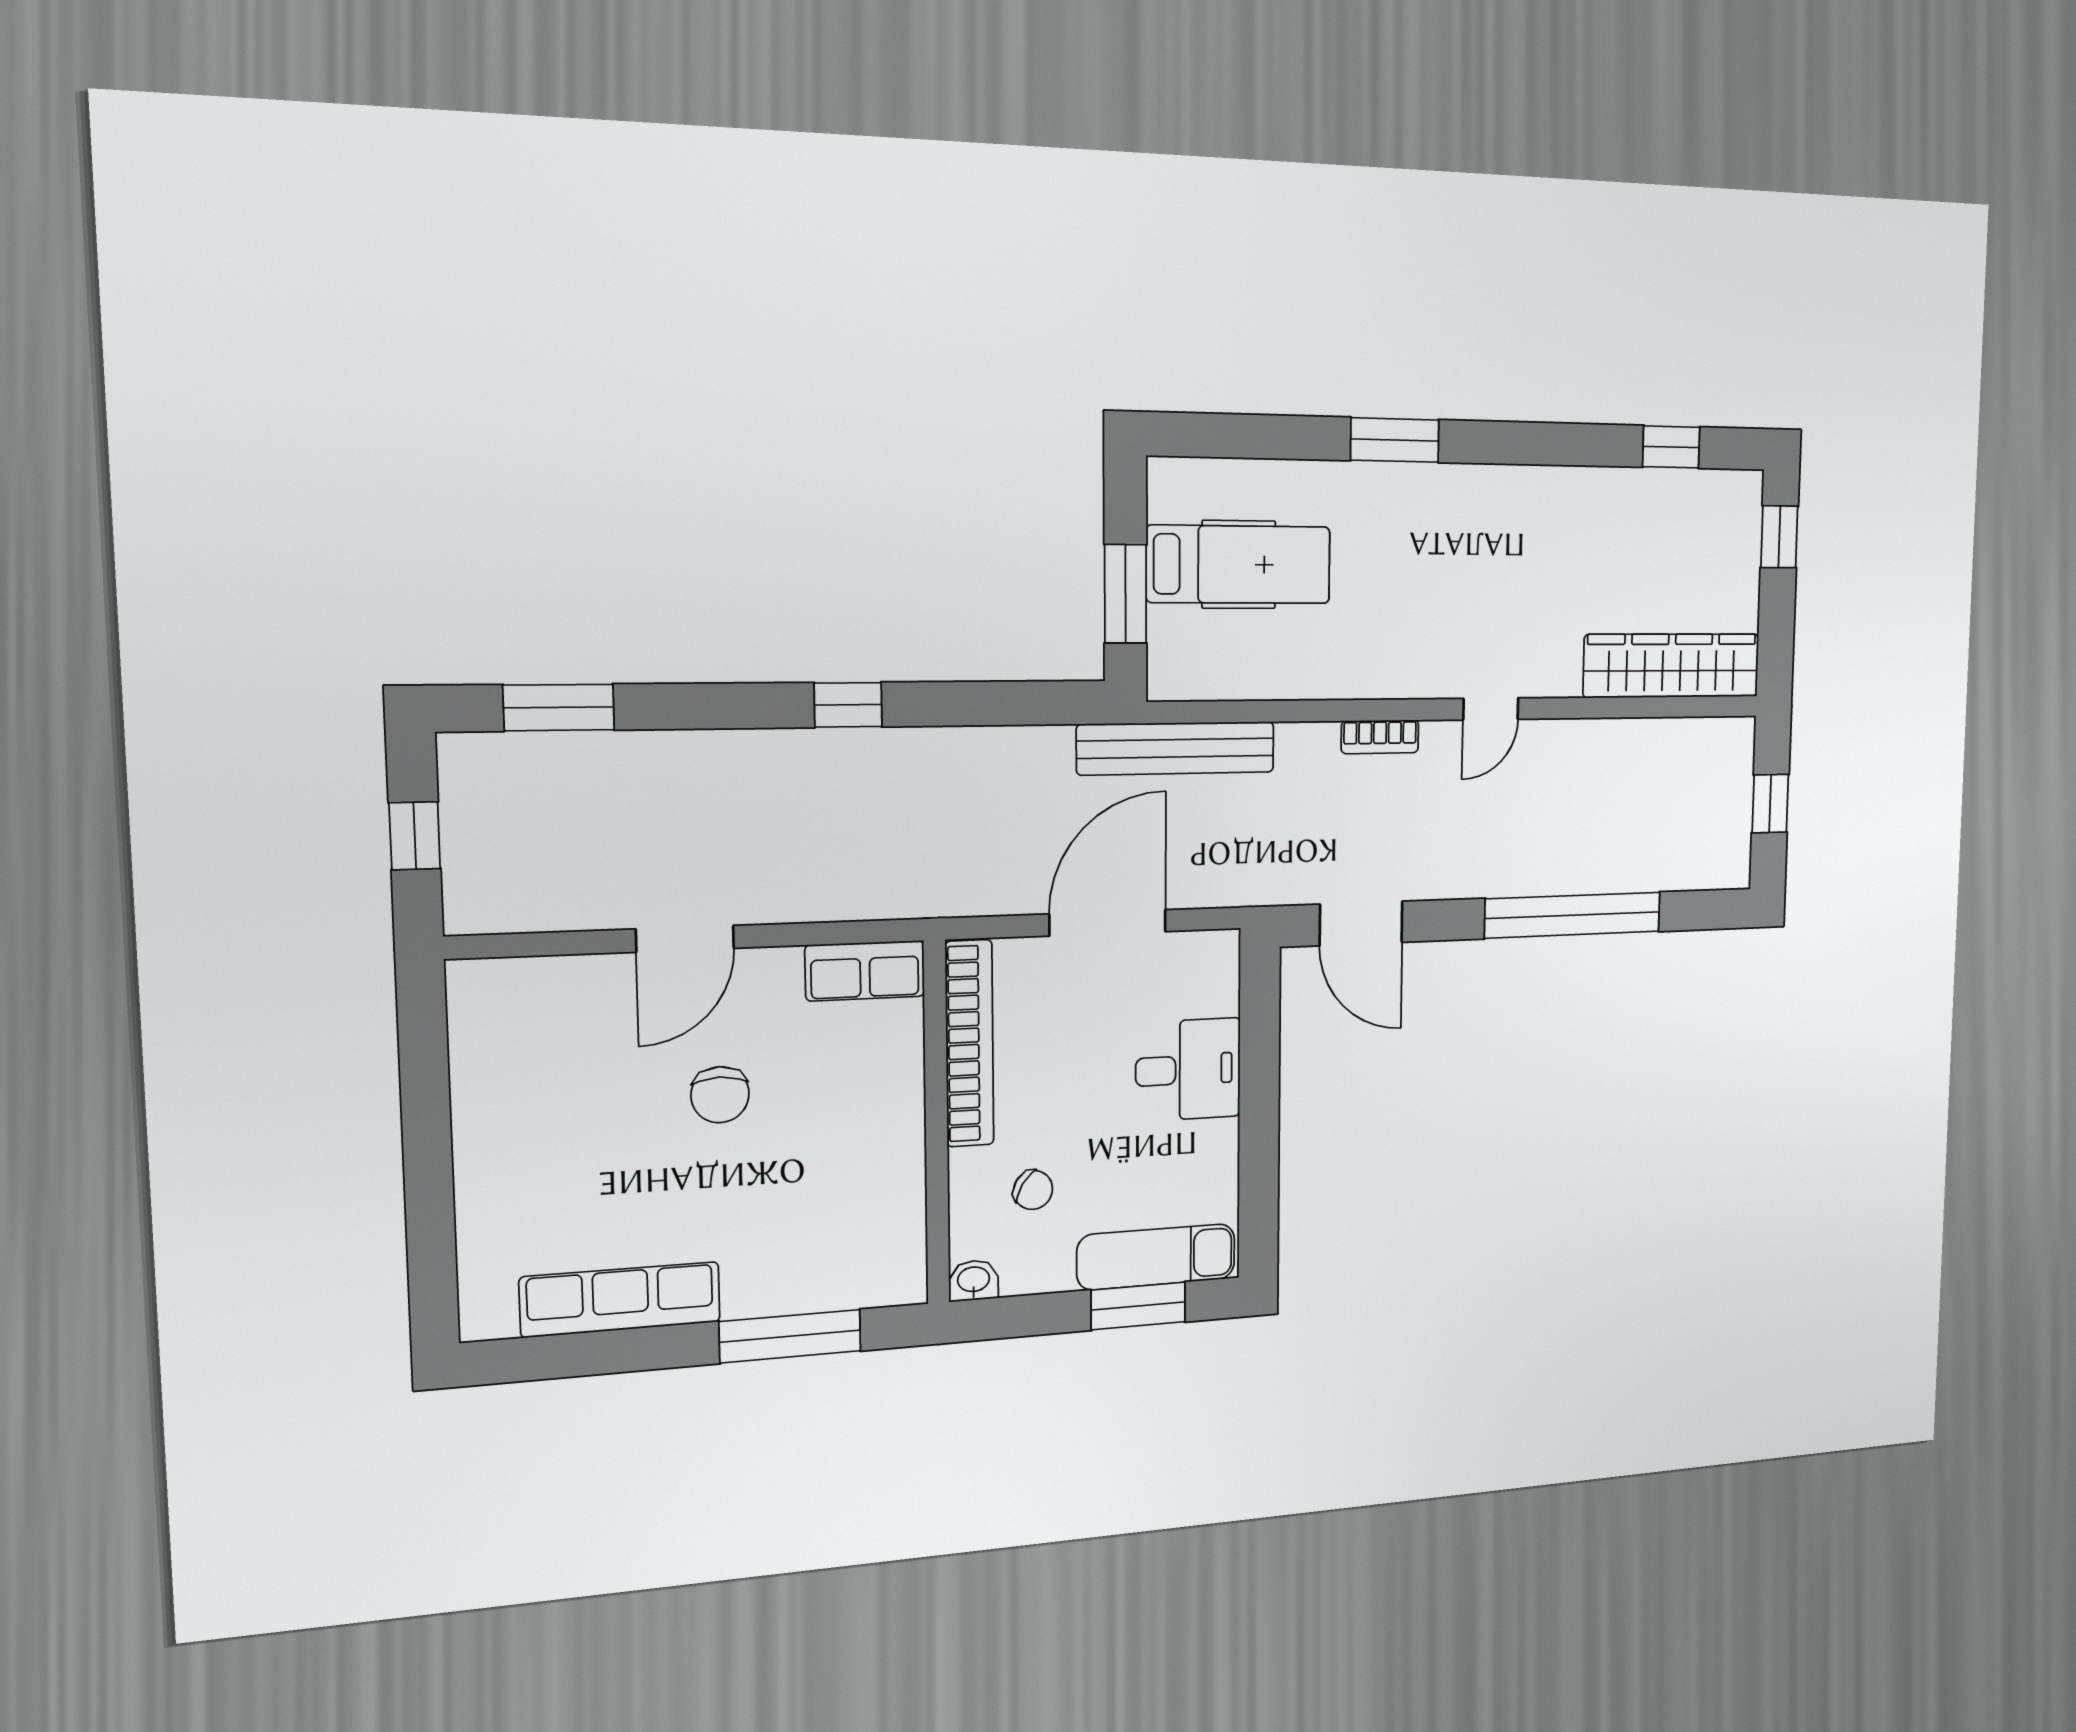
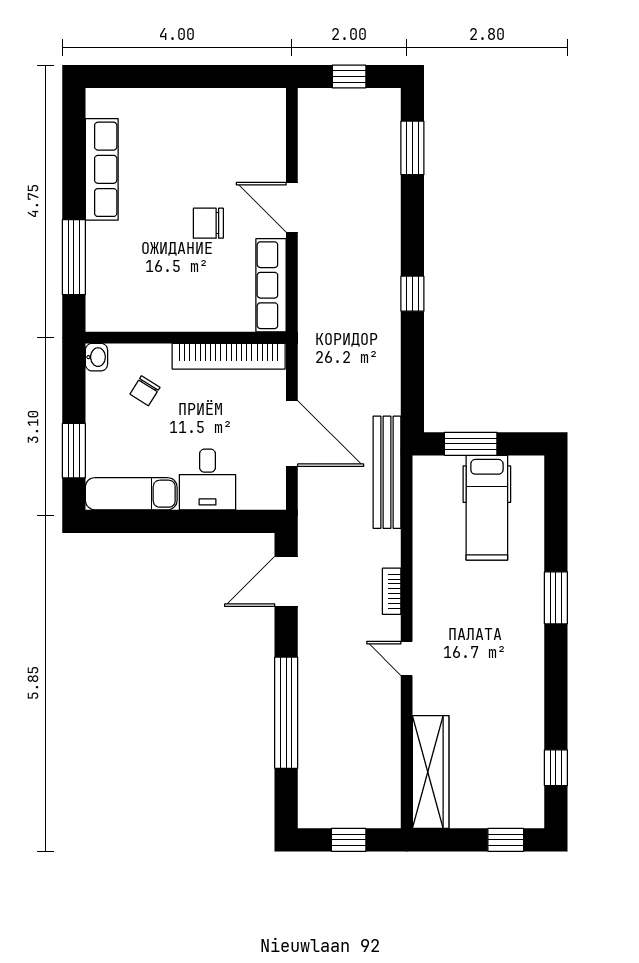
row of seats: (865, 971) -> (271, 285), width x1.48
exam couch: (1156, 1257) -> (131, 494), moved, turned -90

